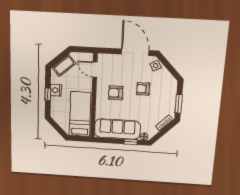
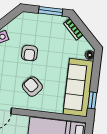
armchair: (116, 93) -> (32, 87), turned 132
window: (131, 142) -> (92, 100), moved

